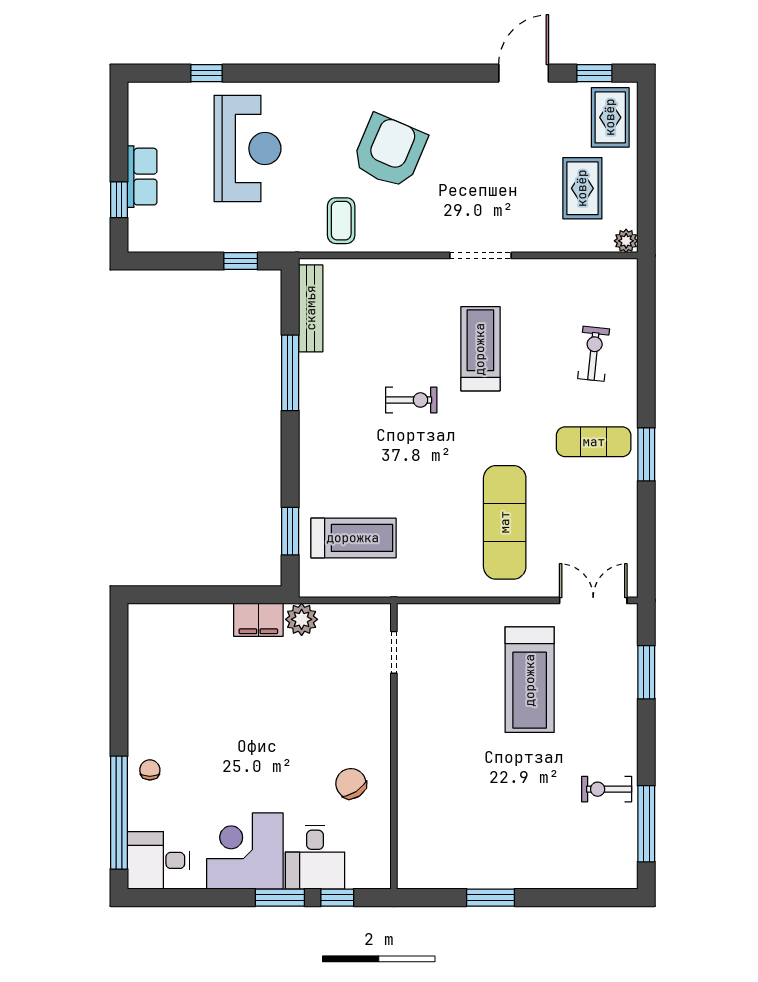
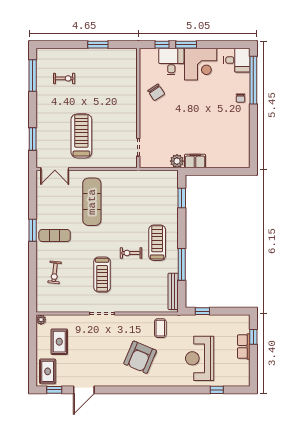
treadmill: (353, 538) -> (157, 243), moved, turned 90
exercise bike: (607, 789) -> (64, 78), moved

